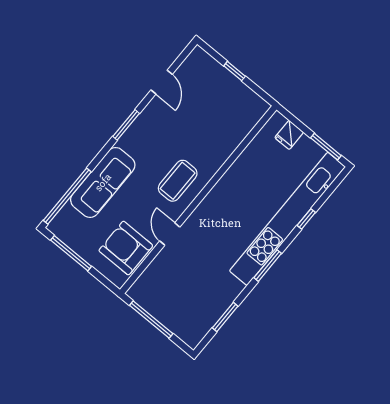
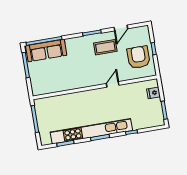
coffee table: (178, 181) -> (105, 47), moved
sofa: (103, 182) -> (46, 51), moved
kitchen unit: (287, 219) -> (91, 131), moved
door: (170, 234) -> (113, 84), moved
armchair: (126, 248) -> (139, 57), moved

